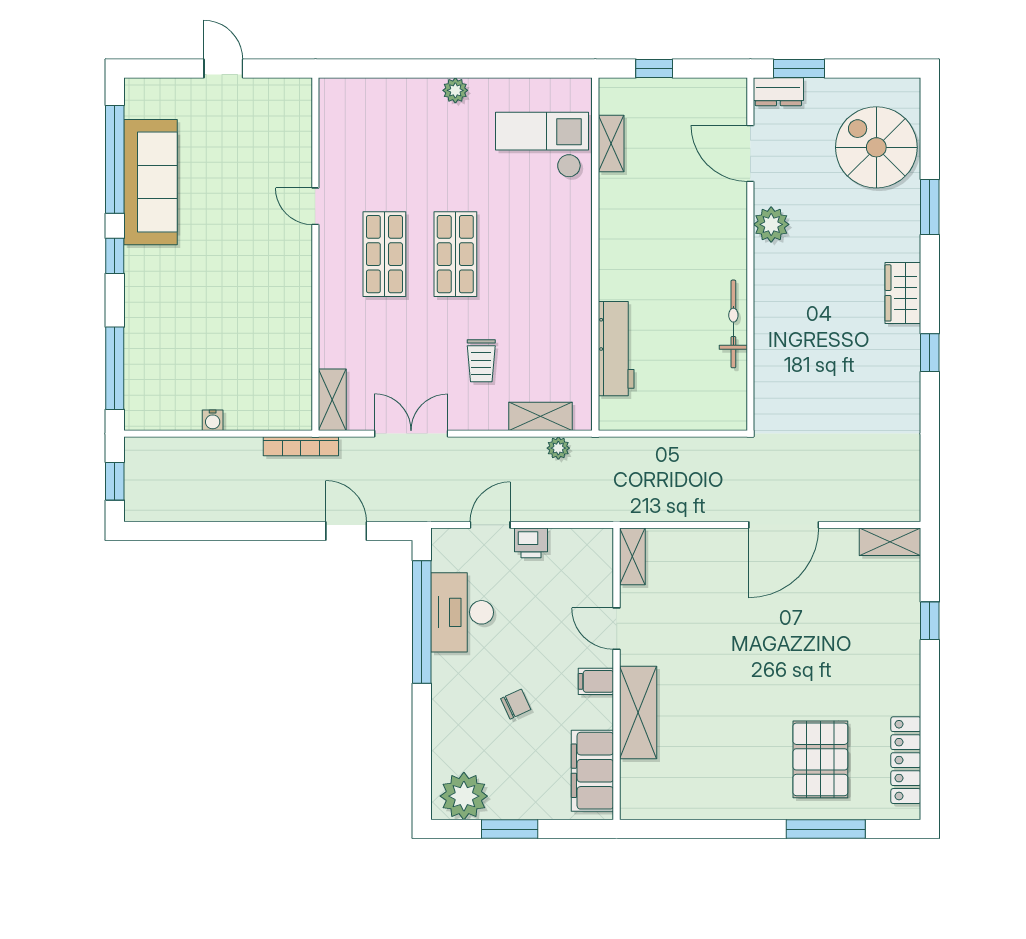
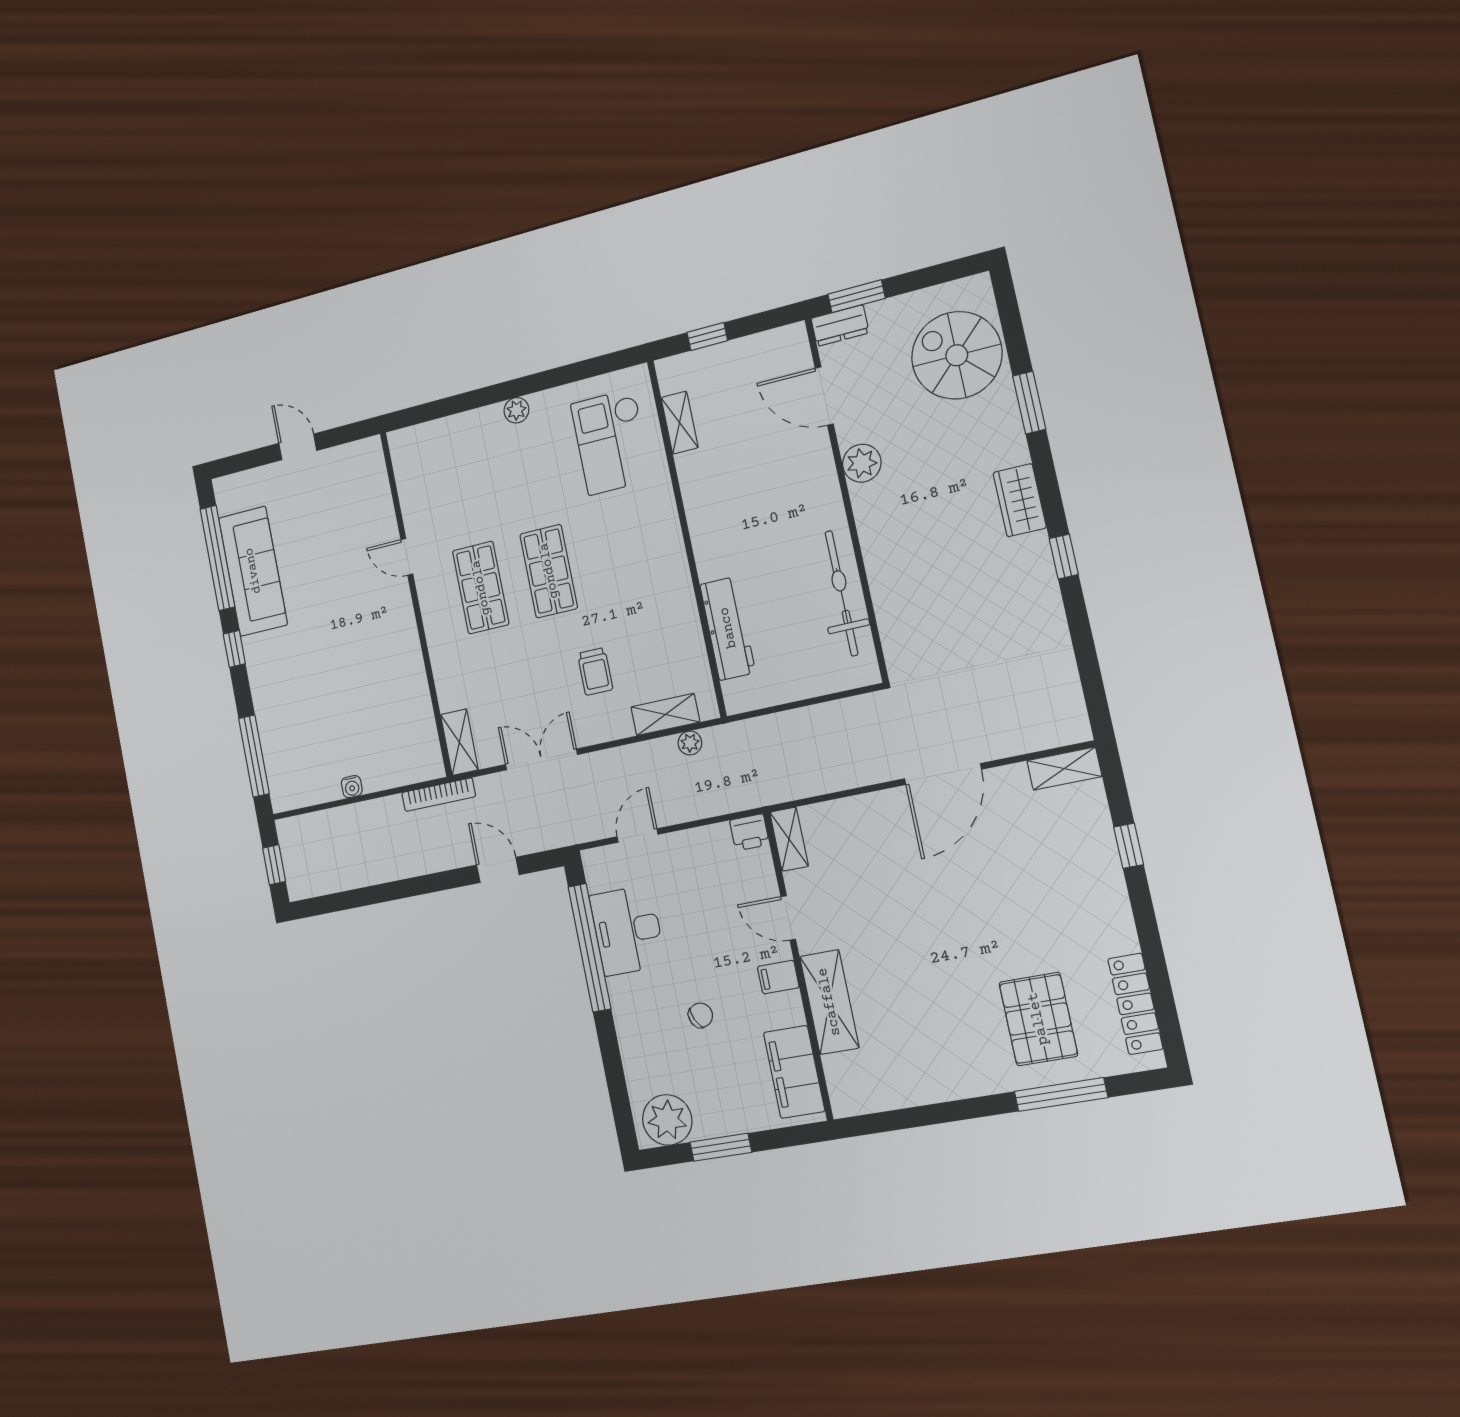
checkout: (542, 145) -> (611, 442), turned -90
bicycle: (733, 324) -> (842, 593), width x1.37, depth x1.40
printer: (531, 543) -> (750, 832), moved

